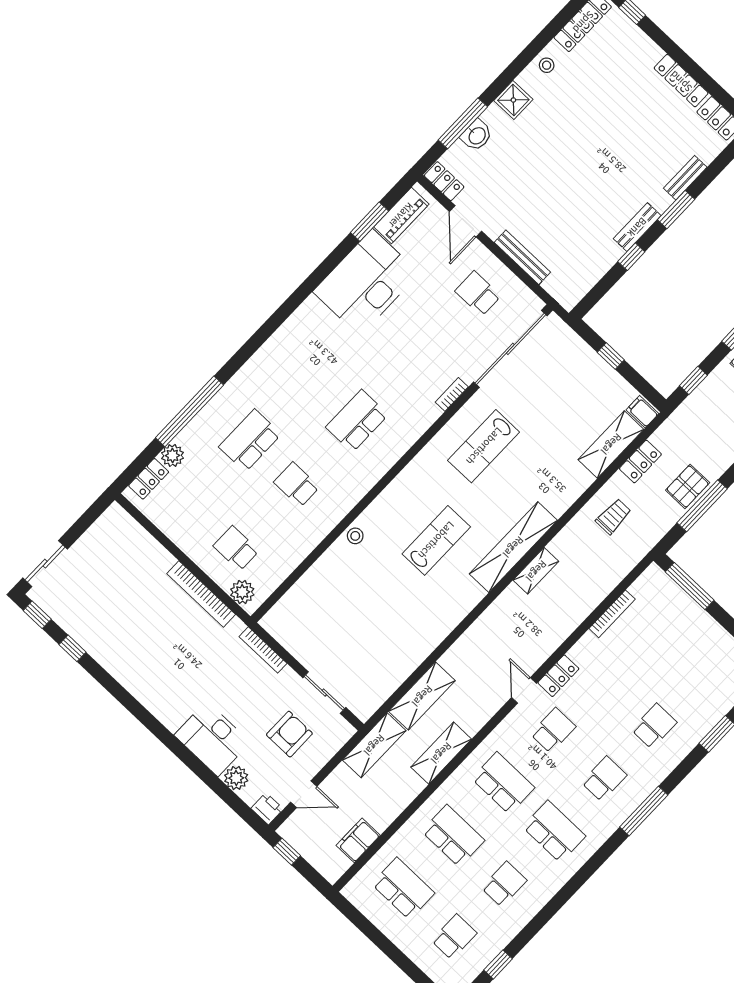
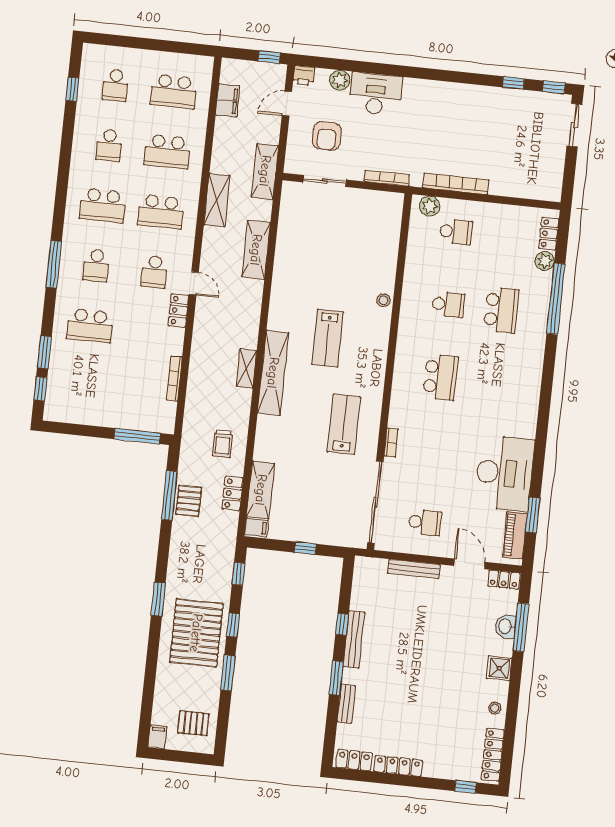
bench: (637, 227) -> (354, 639), width x1.36
shelving: (422, 696) -> (256, 250), moved
school desk: (654, 726) -> (90, 326), width x1.85

